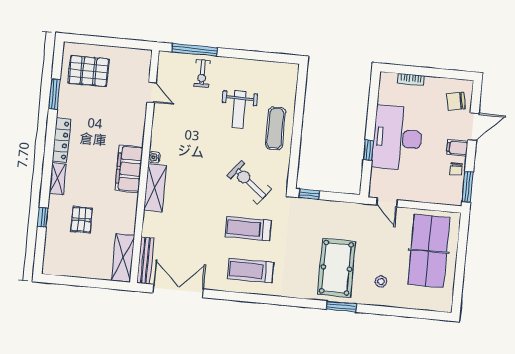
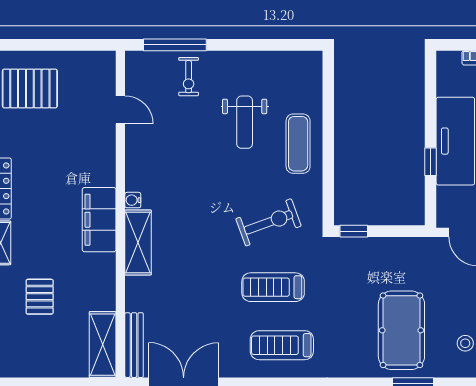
exercise bike: (249, 182) -> (268, 222), turned 122

